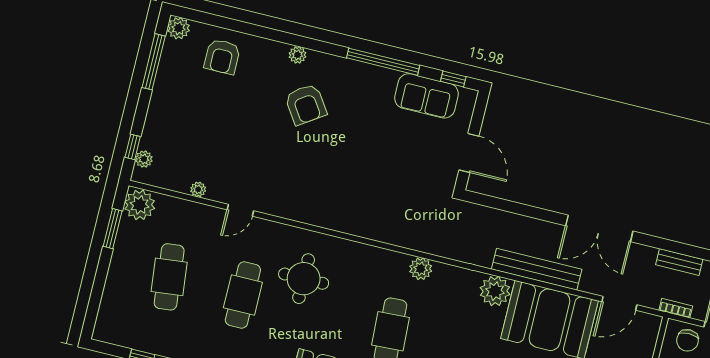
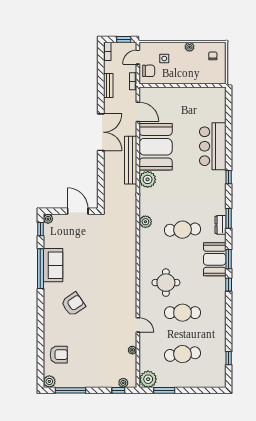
plant: (297, 55) -> (48, 219), moved
sofa: (426, 96) -> (53, 265), moved
door: (469, 153) -> (78, 211), hinge flipped

